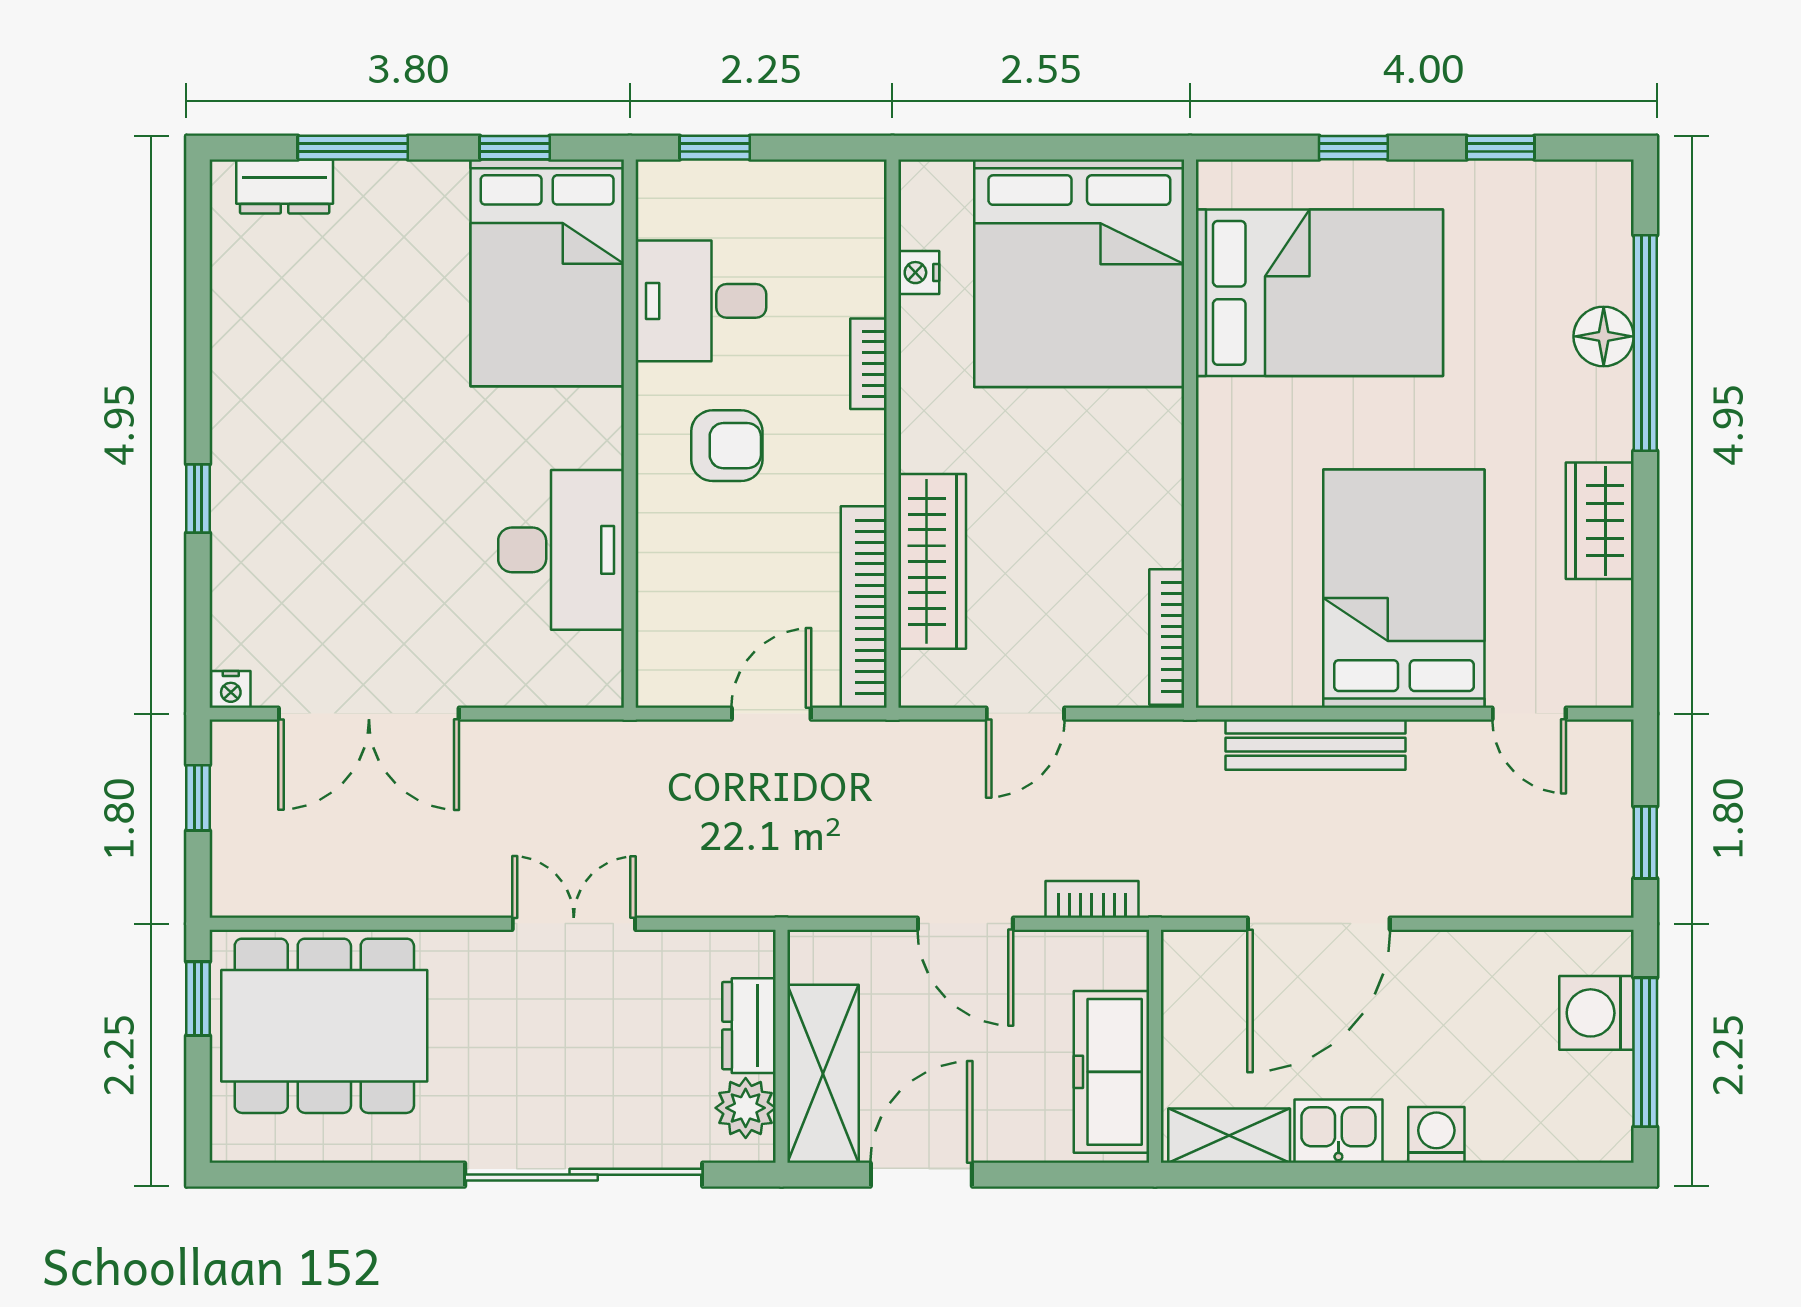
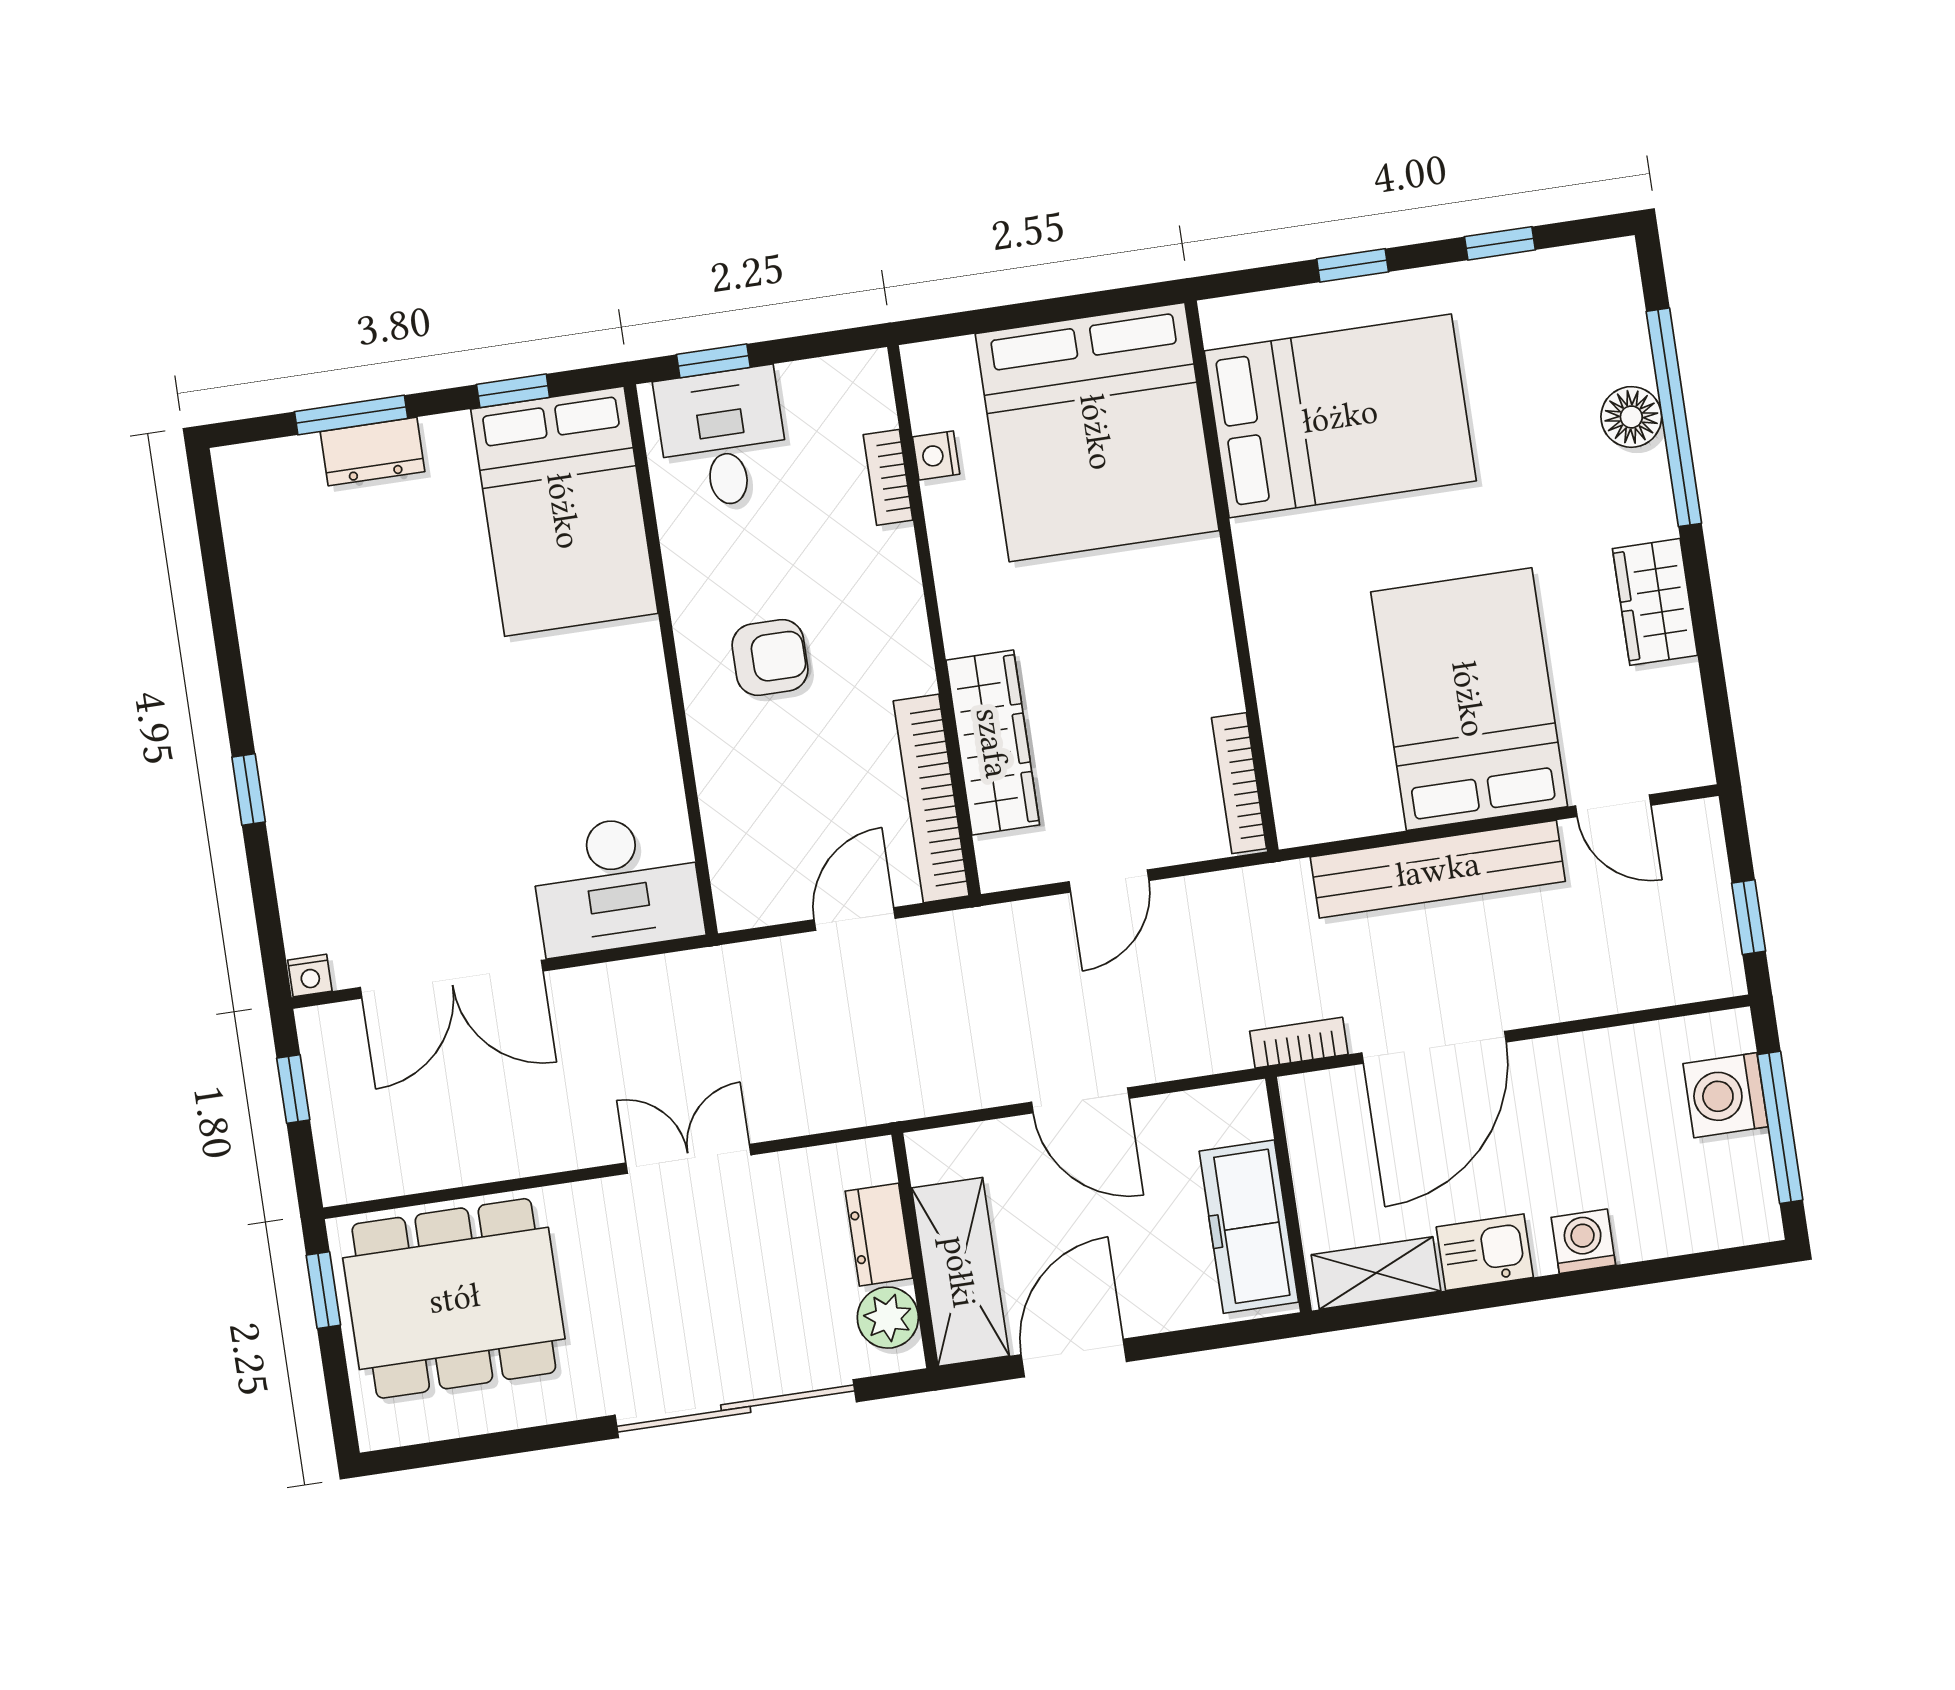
dresser: (285, 186) -> (372, 452), moved
desk: (701, 301) -> (722, 438), moved, turned 90
bookcase: (868, 364) -> (888, 477), moved
desk: (561, 550) -> (617, 884), moved, turned 90
bench: (1316, 745) -> (1438, 869), width x1.37, depth x1.21
bookcase: (1092, 899) -> (1299, 1043), moved

